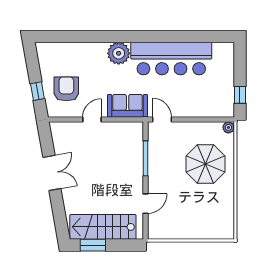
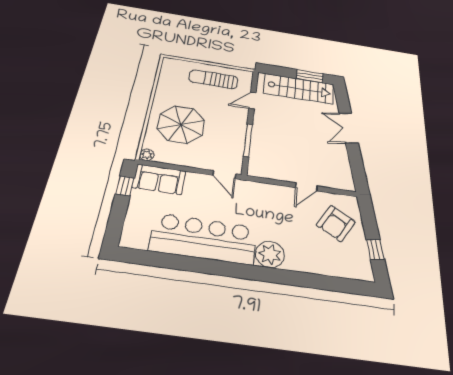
armchair: (66, 89) -> (336, 223), turned 31
window: (37, 91) -> (375, 250), moved
sofa: (128, 106) -> (159, 179), moved
double door: (52, 173) -> (349, 128), moved
sun lounger: (184, 222) -> (213, 79), added

